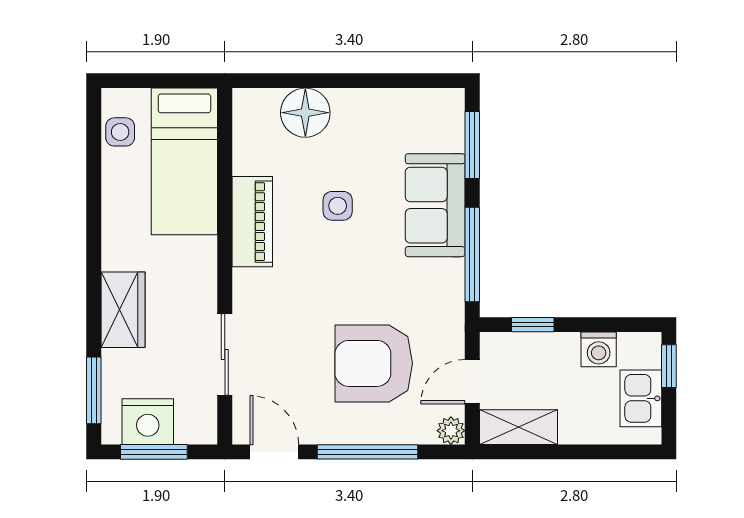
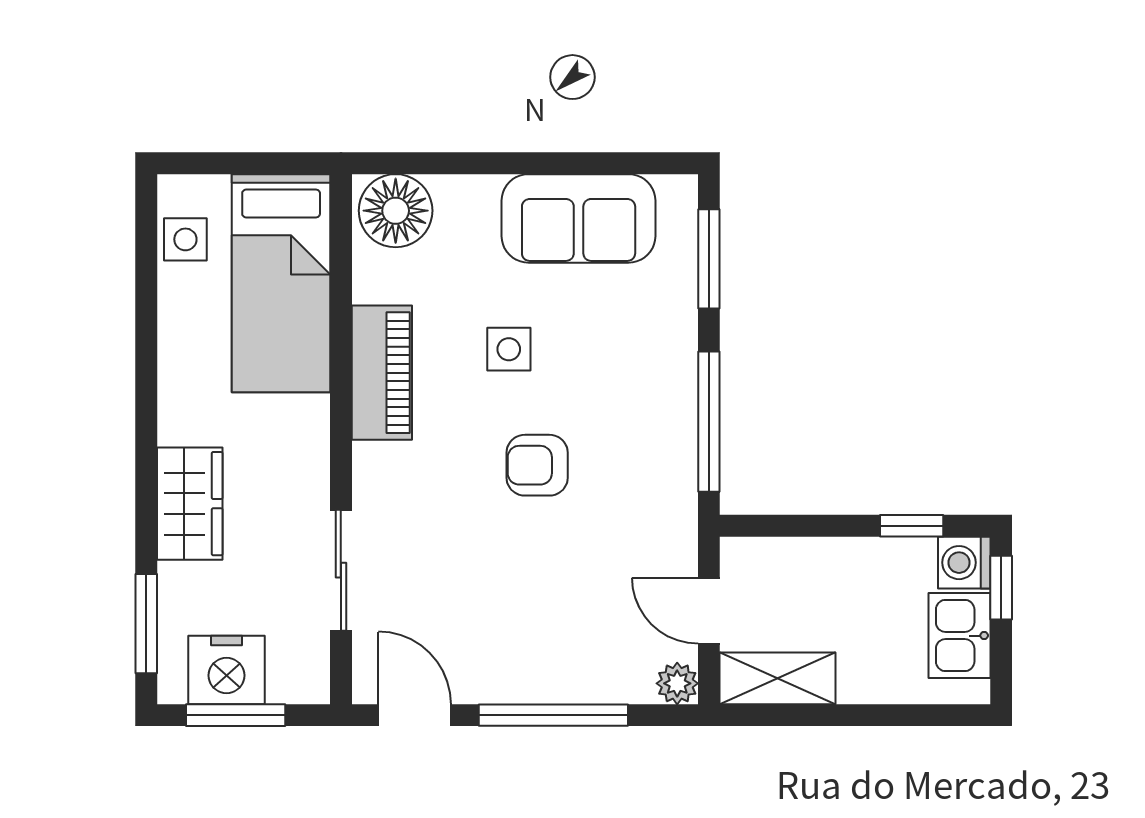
floor lamp: (305, 113) -> (396, 211), moved
sofa: (435, 205) -> (579, 218), moved, turned -90
window: (533, 325) -> (912, 526), moved
washing machine: (599, 349) -> (964, 563), moved, turned 90
armchair: (374, 363) -> (537, 465), moved, width x0.53, depth x0.53
door: (472, 382) -> (709, 611), hinge flipped

